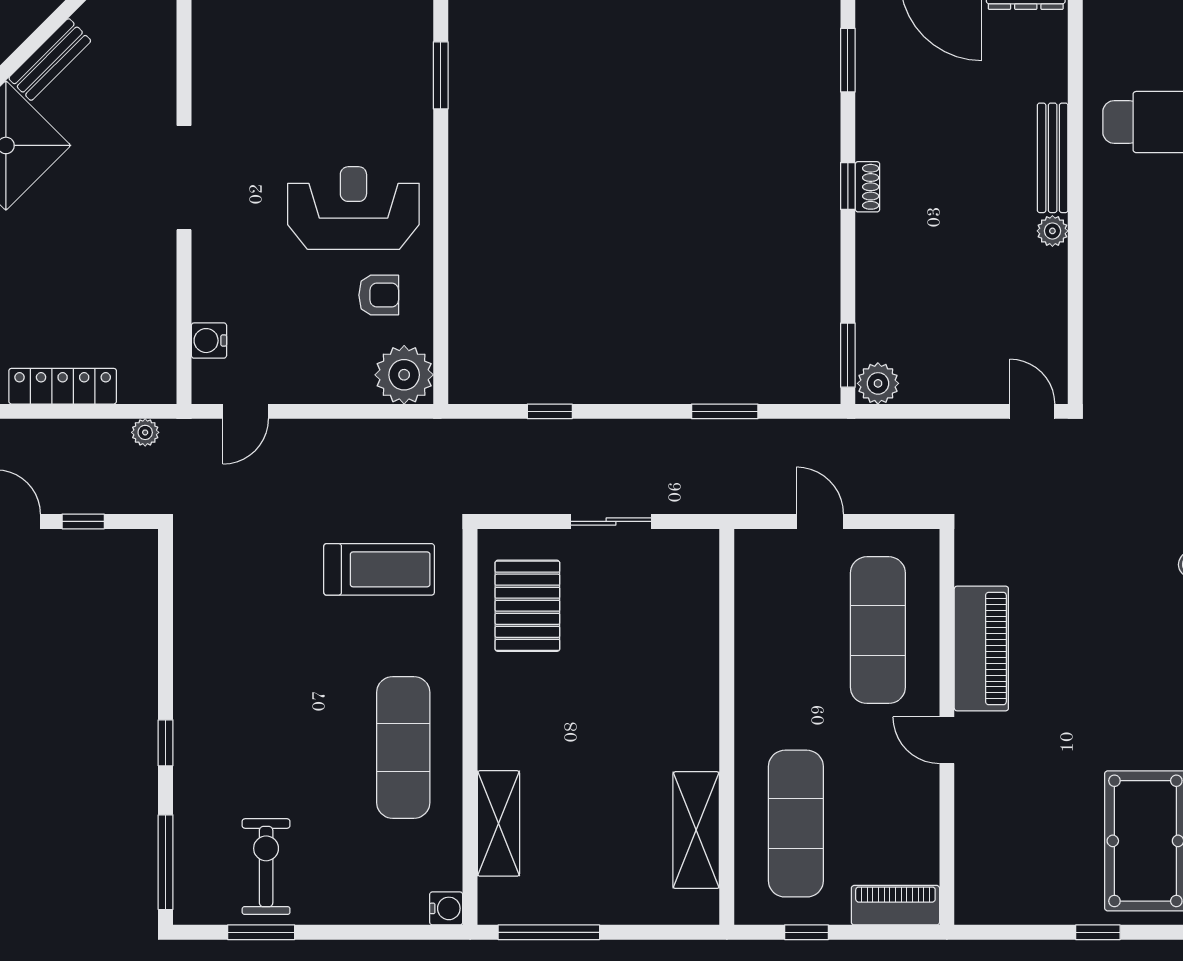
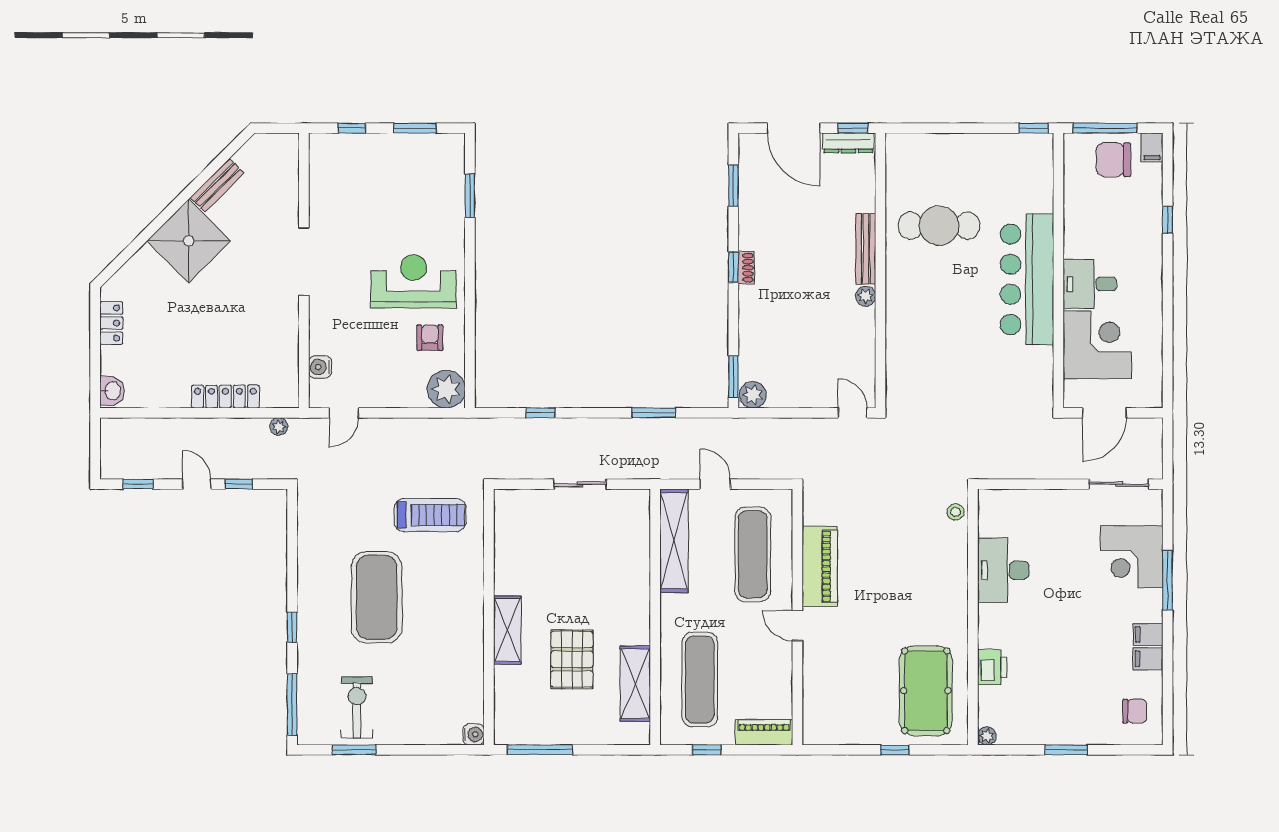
armchair: (379, 295) -> (430, 338), turned -90
pallet: (527, 606) -> (572, 659), moved
shelving: (756, 609) -> (674, 541), added
exercise mat: (403, 747) -> (377, 597), moved, width x1.47
shelving: (498, 823) -> (507, 630), moved

